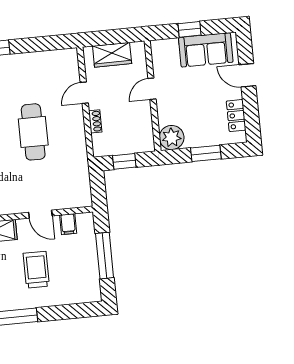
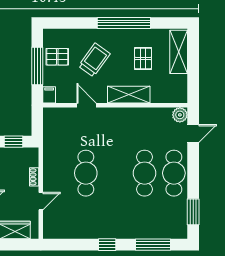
filing cabinet: (68, 224) -> (49, 95), moved
pallet: (82, 269) -> (57, 57), added
trolley: (36, 270) -> (94, 60), turned -144

